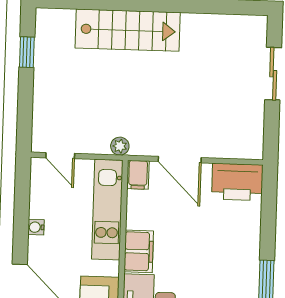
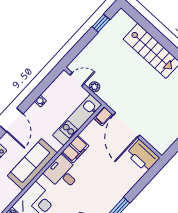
plant: (120, 146) -> (94, 87), moved
door: (60, 156) -> (77, 80), swing flipped
door: (180, 160) -> (126, 125), width x1.36

